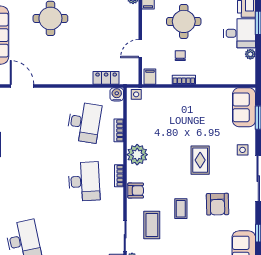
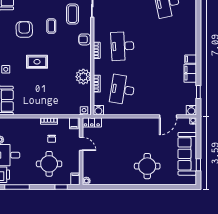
door: (140, 49) -> (81, 144), hinge flipped
locker: (106, 78) -> (92, 122), moved
door: (22, 86) -> (168, 116), hinge flipped
plant: (137, 155) -> (83, 77), moved
rug: (200, 160) -> (37, 62), turned 90

